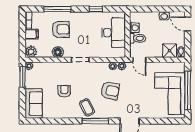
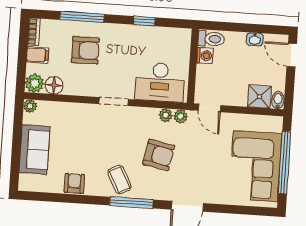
desk: (114, 33) -> (160, 82), moved, turned 90
toilet: (138, 38) -> (211, 39), moved
floor lamp: (58, 52) -> (54, 85), moved
window: (22, 77) -> (18, 123), removed
armchair: (64, 91) -> (74, 183), moved
sofa: (34, 104) -> (34, 150), moved

